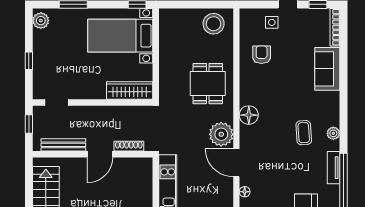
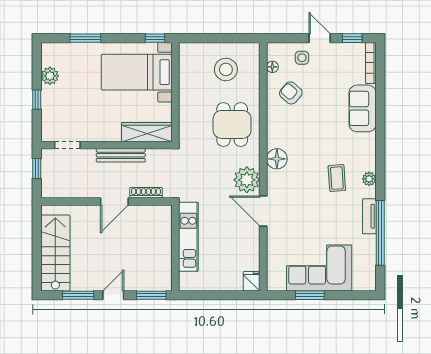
plant: (41, 21) -> (50, 76), moved
stool: (214, 24) -> (226, 69), moved
armchair: (262, 55) -> (291, 93), turned -49
bench: (63, 145) -> (121, 155), moved
floor lamp: (245, 192) -> (272, 67), moved

